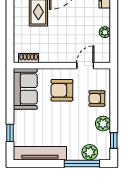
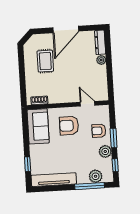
plant: (105, 32) -> (101, 60), moved
door: (85, 66) -> (87, 104), hinge flipped
window: (114, 108) -> (114, 138), added

